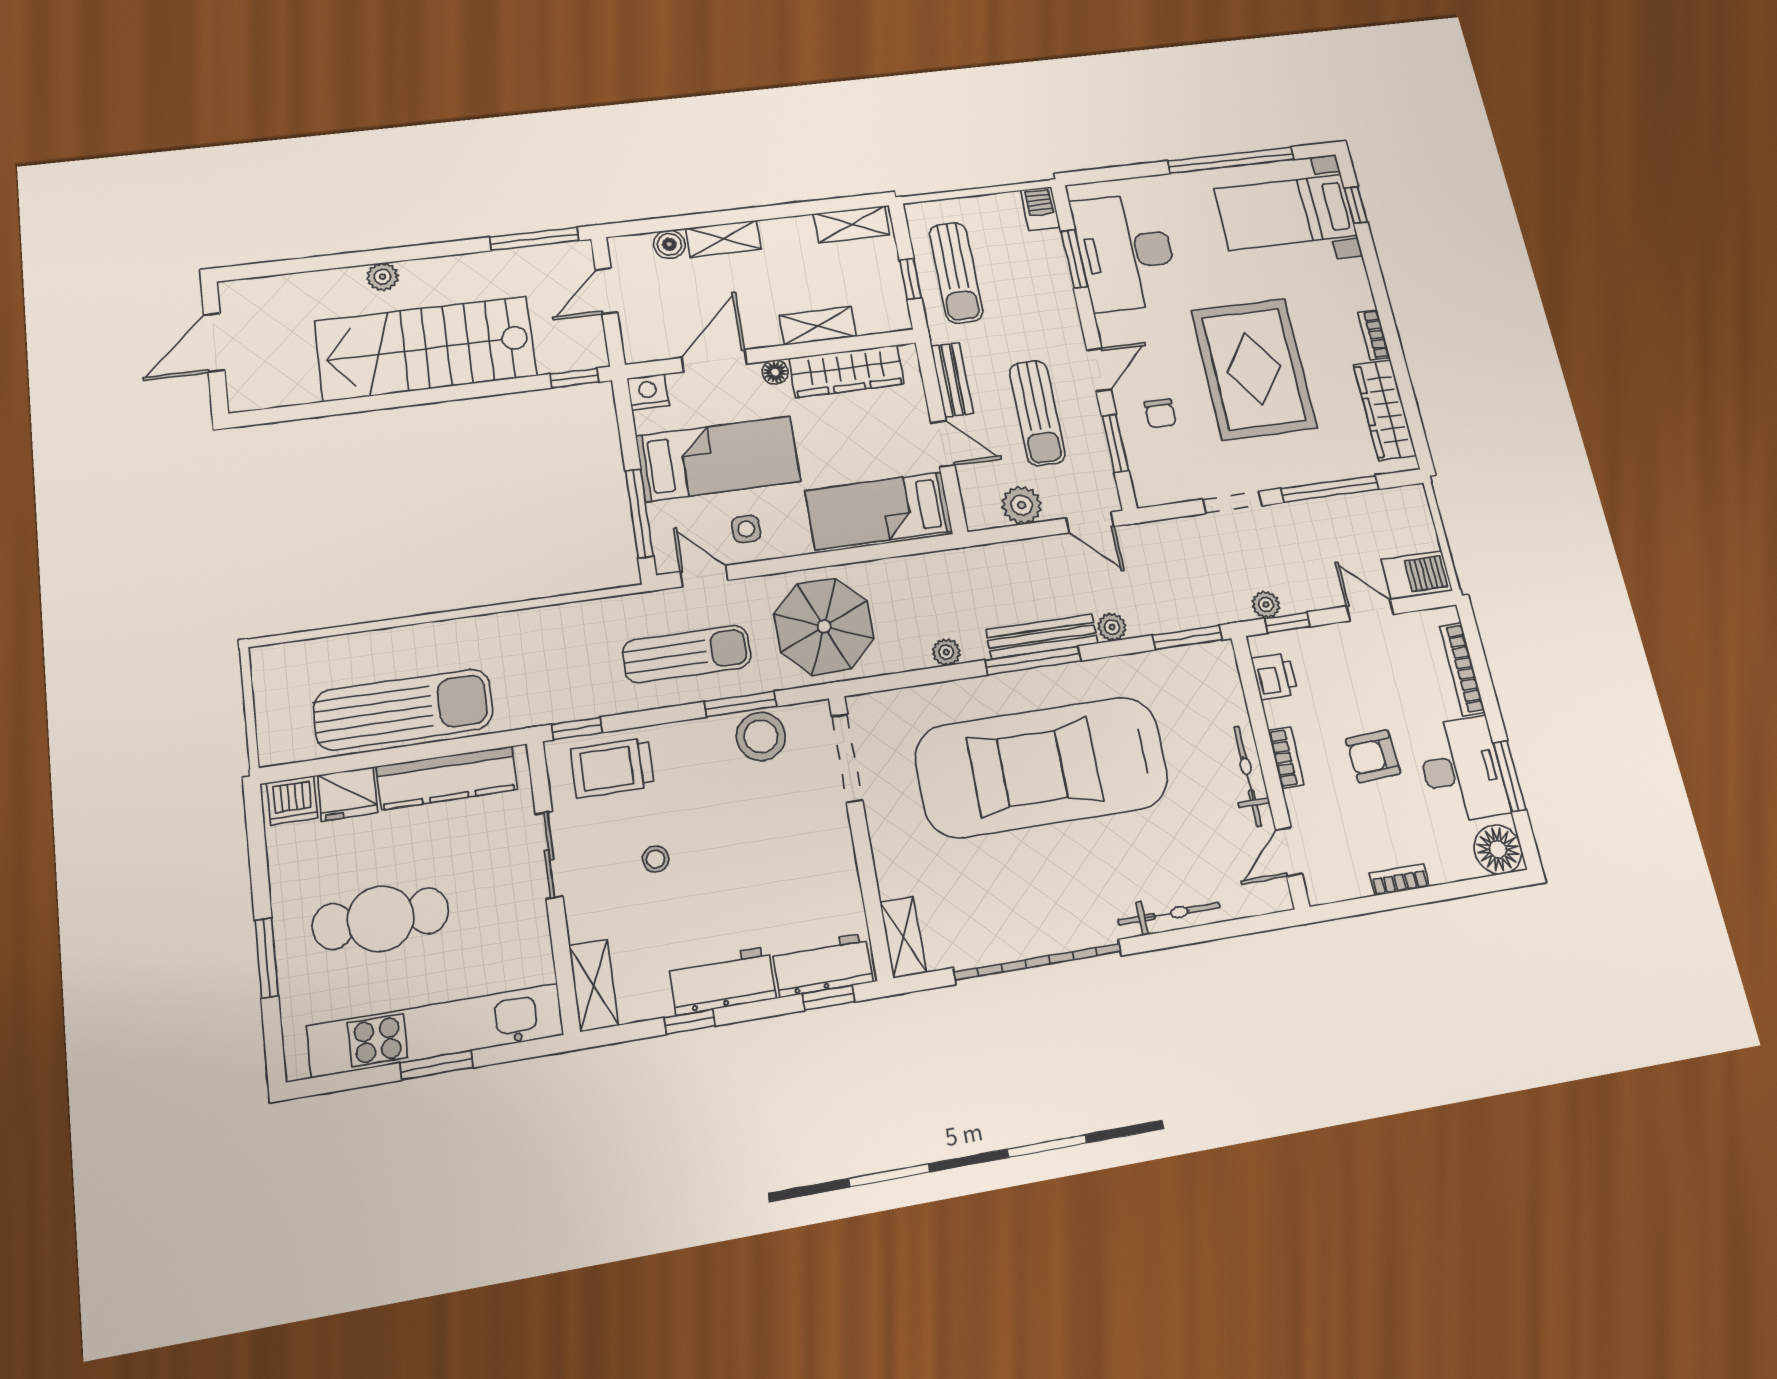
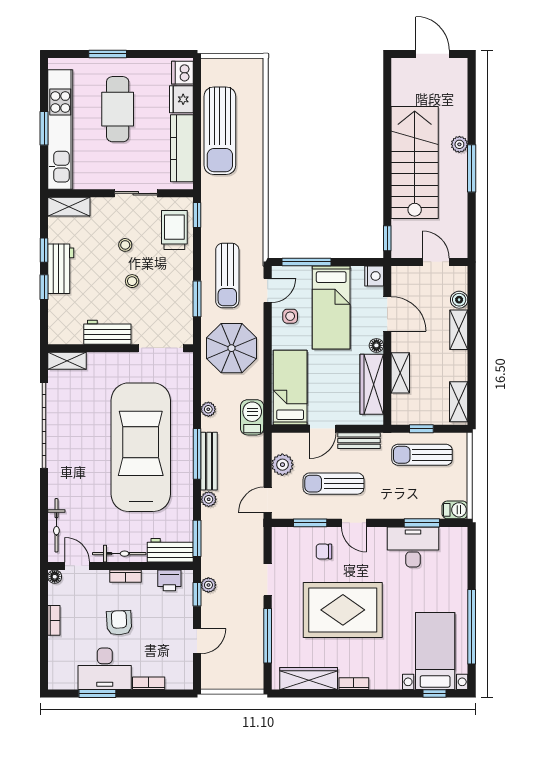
window: (534, 239) -> (472, 168), moved
desk: (1126, 252) -> (413, 547), width x0.73, depth x0.77
barbecue: (1417, 575) -> (252, 417), moved, turned 180
bookcase: (1462, 669) -> (149, 683), width x0.64
workbench: (1220, 683) -> (170, 550), added
stool: (761, 736) -> (132, 281), moved, width x0.53, depth x0.53
floor lamp: (1498, 849) -> (55, 577), moved, width x0.53, depth x0.53
bicycle: (1169, 914) -> (56, 525), moved
workbench: (823, 965) -> (107, 332), moved, turned -90
window: (829, 998) -> (44, 287), moved

